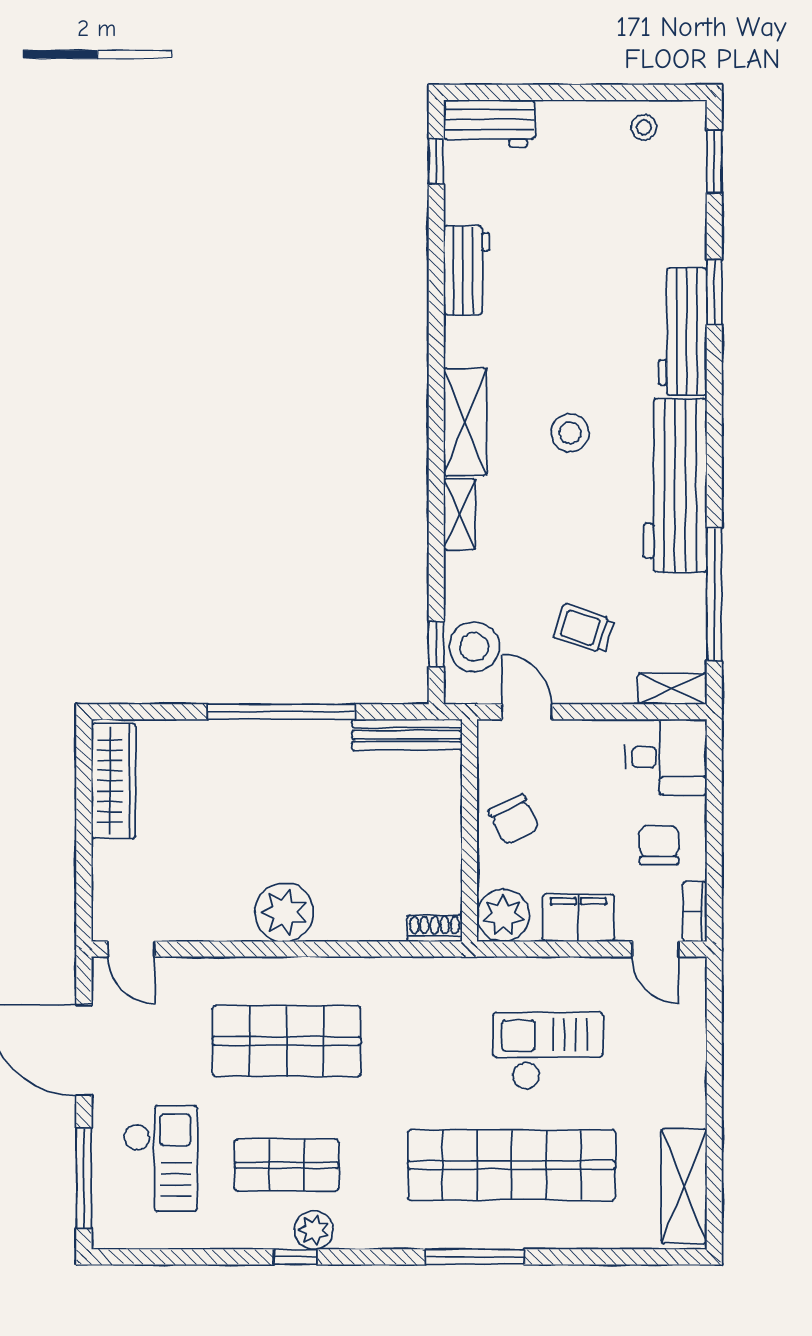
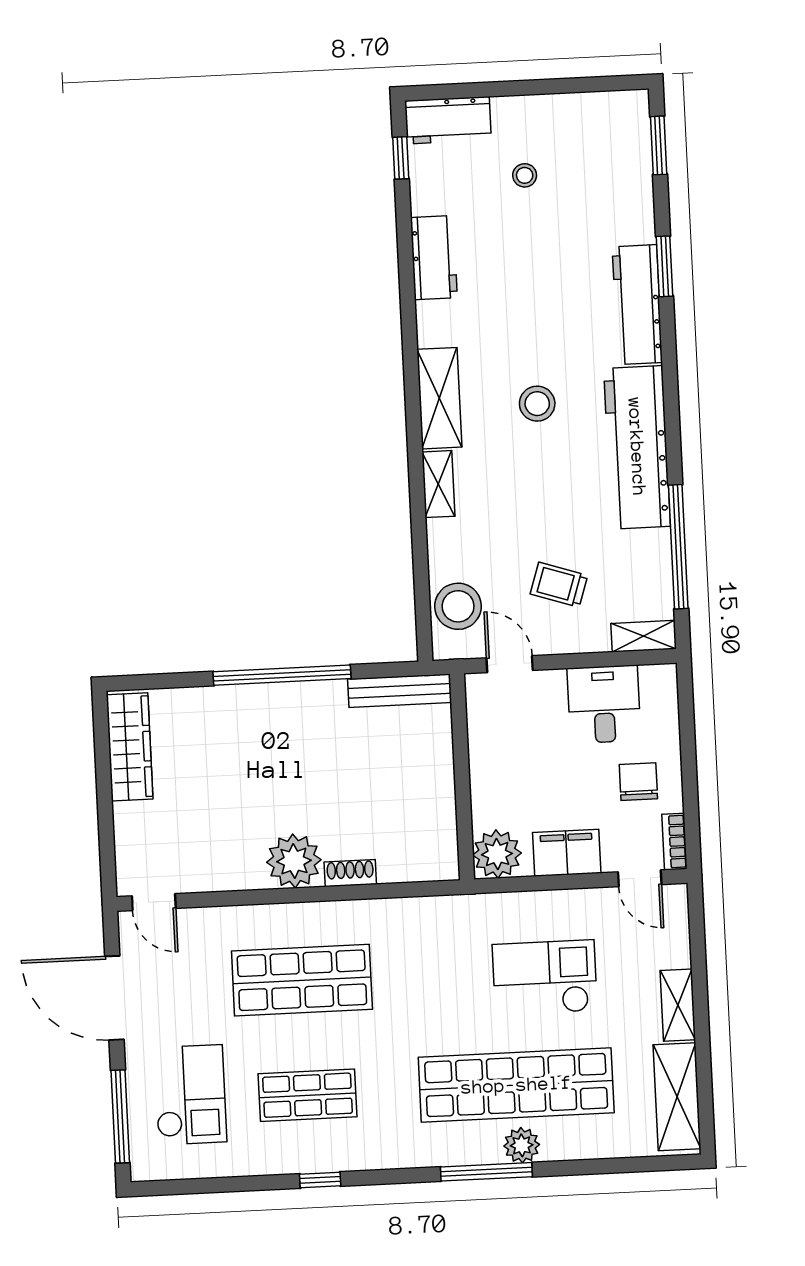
stool: (644, 127) -> (525, 175), moved
window: (436, 644) -> (423, 606), removed
desk: (666, 757) -> (604, 704), moved, turned -90
chair: (514, 819) -> (503, 764), removed
shoe rack: (435, 928) -> (350, 873), moved
shelving: (690, 1088) -> (678, 1005), added
plant: (314, 1230) -> (522, 1145), moved

